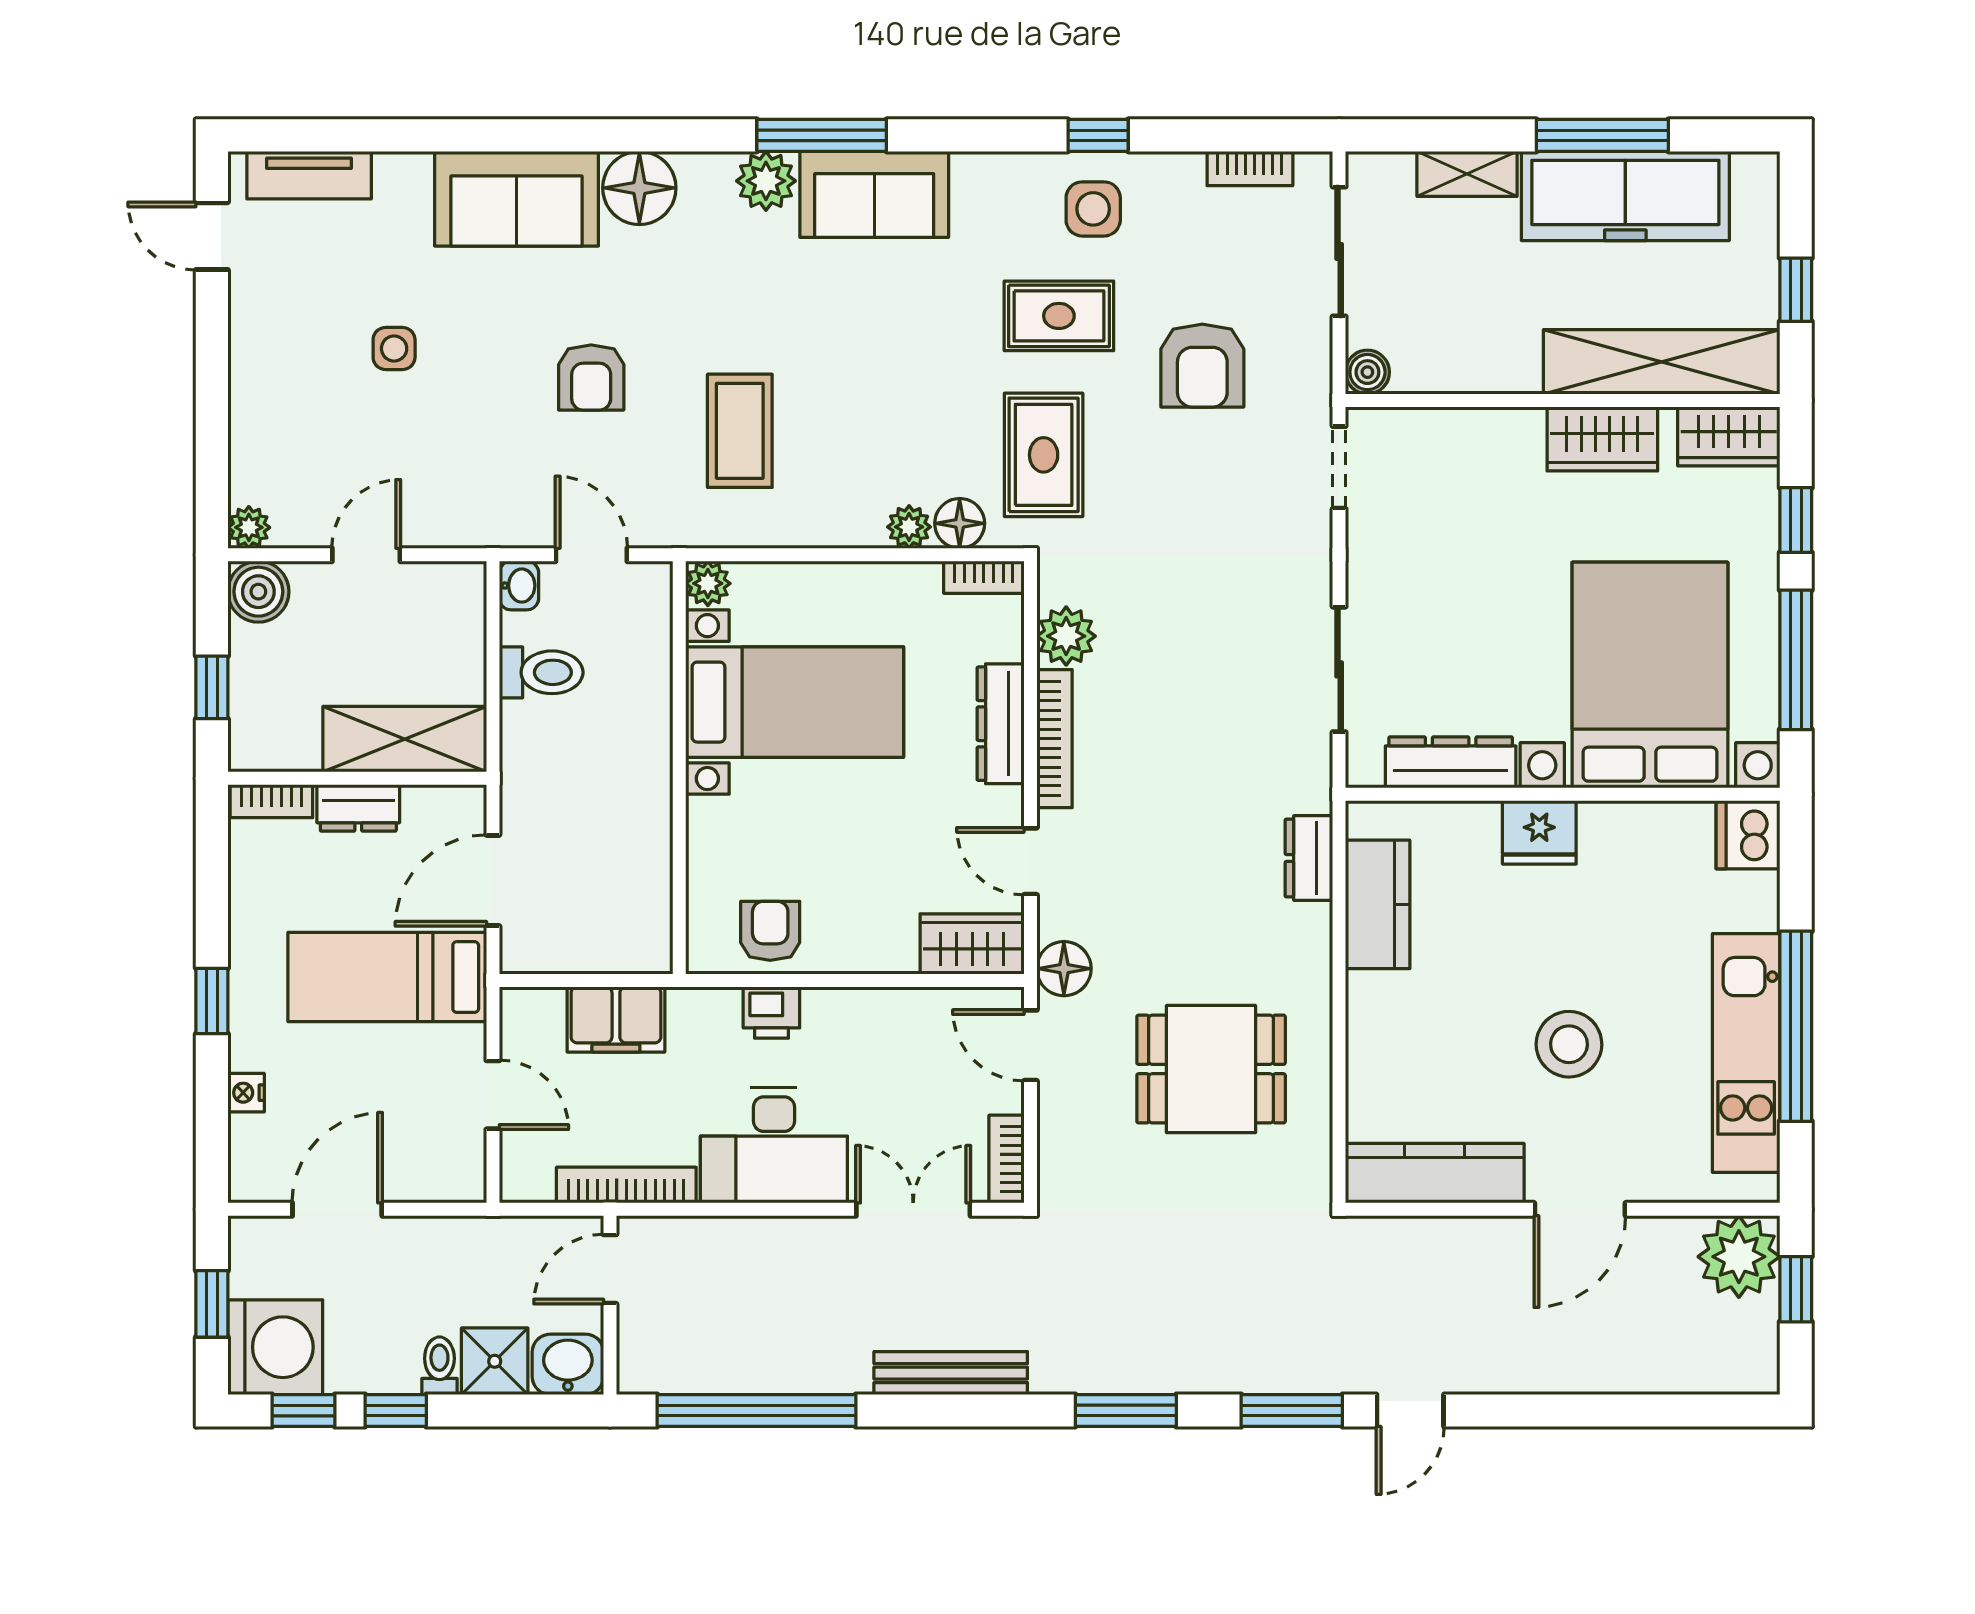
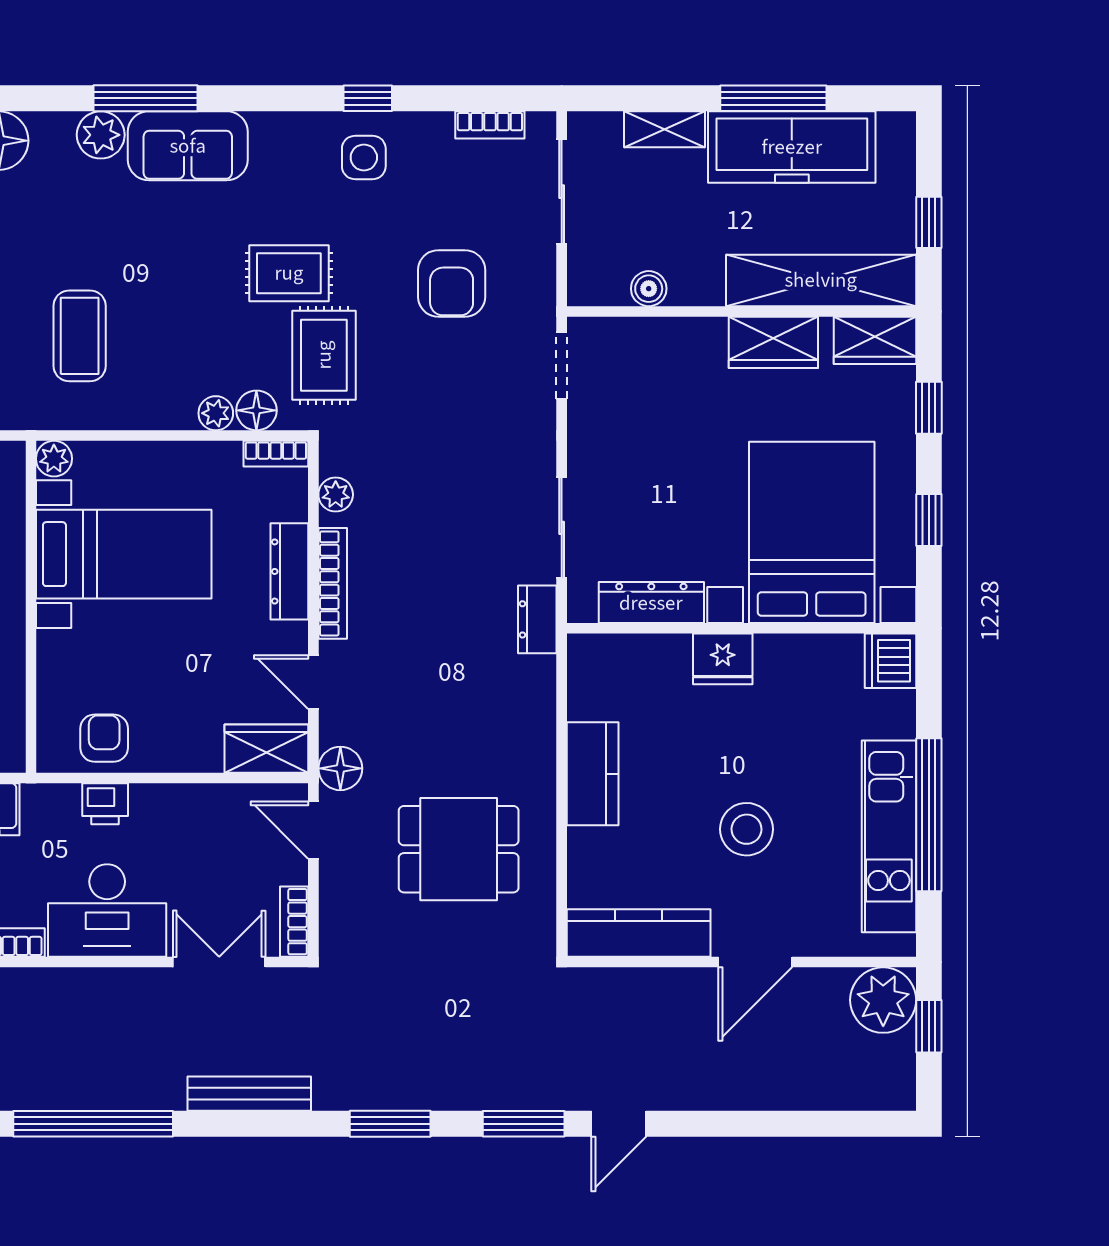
rug: (1059, 316) -> (289, 273), moved
boiler: (1367, 372) -> (649, 289), moved
plant: (1066, 636) -> (336, 495), width x0.73, depth x0.73
window: (1796, 660) -> (929, 520), width x0.46
dresser: (1309, 858) -> (537, 619), moved
kitchen counter: (1378, 904) -> (593, 774), moved

